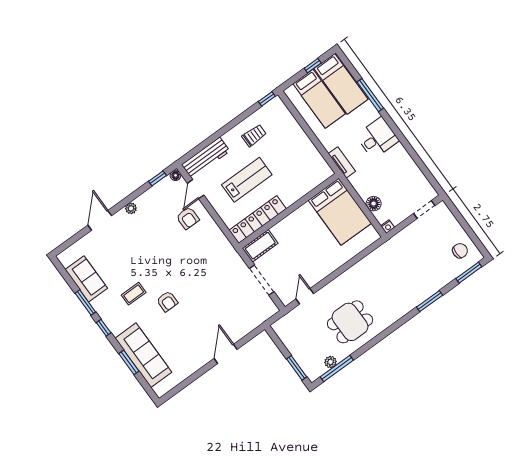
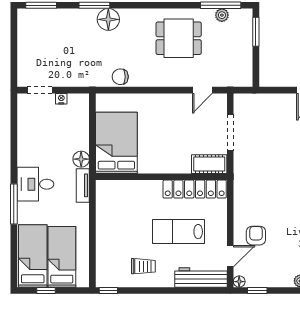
window: (370, 95) -> (14, 204), moved
trolley: (254, 135) -> (143, 266), turned 180
floor lamp: (374, 204) -> (81, 159), moved
nightstand: (388, 227) -> (61, 99), moved
chair: (460, 251) -> (120, 77), moved
floor lamp: (412, 298) -> (108, 19), added

